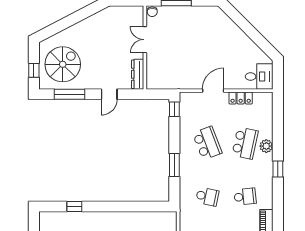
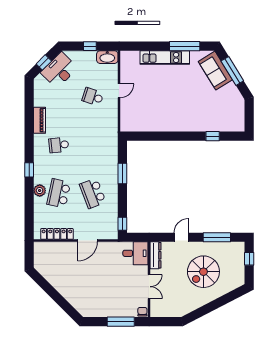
spiral stairs: (63, 64) -> (203, 272), moved
desk: (259, 77) -> (135, 253), moved, turned 180
locker: (241, 98) -> (57, 234), width x1.53
school desk: (207, 197) -> (93, 145), removed

